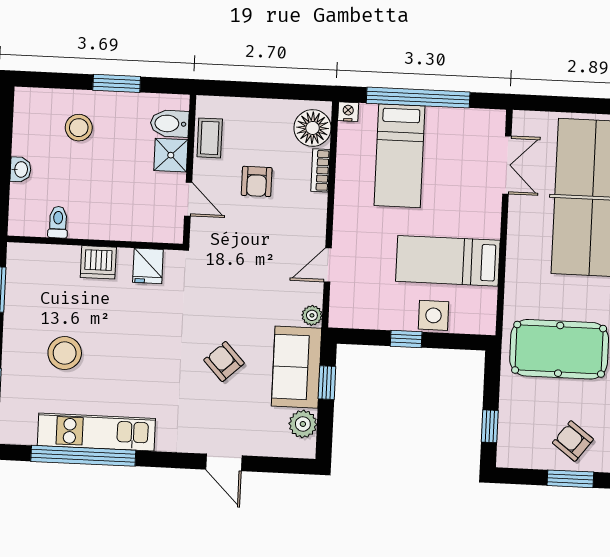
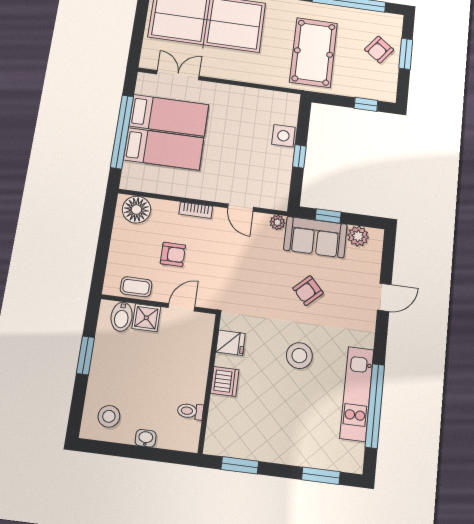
nightstand: (348, 112) -> (127, 183), removed
stool: (79, 128) -> (109, 416), moved
bookcase: (320, 170) -> (196, 210), moved
bed: (448, 261) -> (169, 115), moved, turned -90
stool: (65, 353) -> (299, 356), moved

